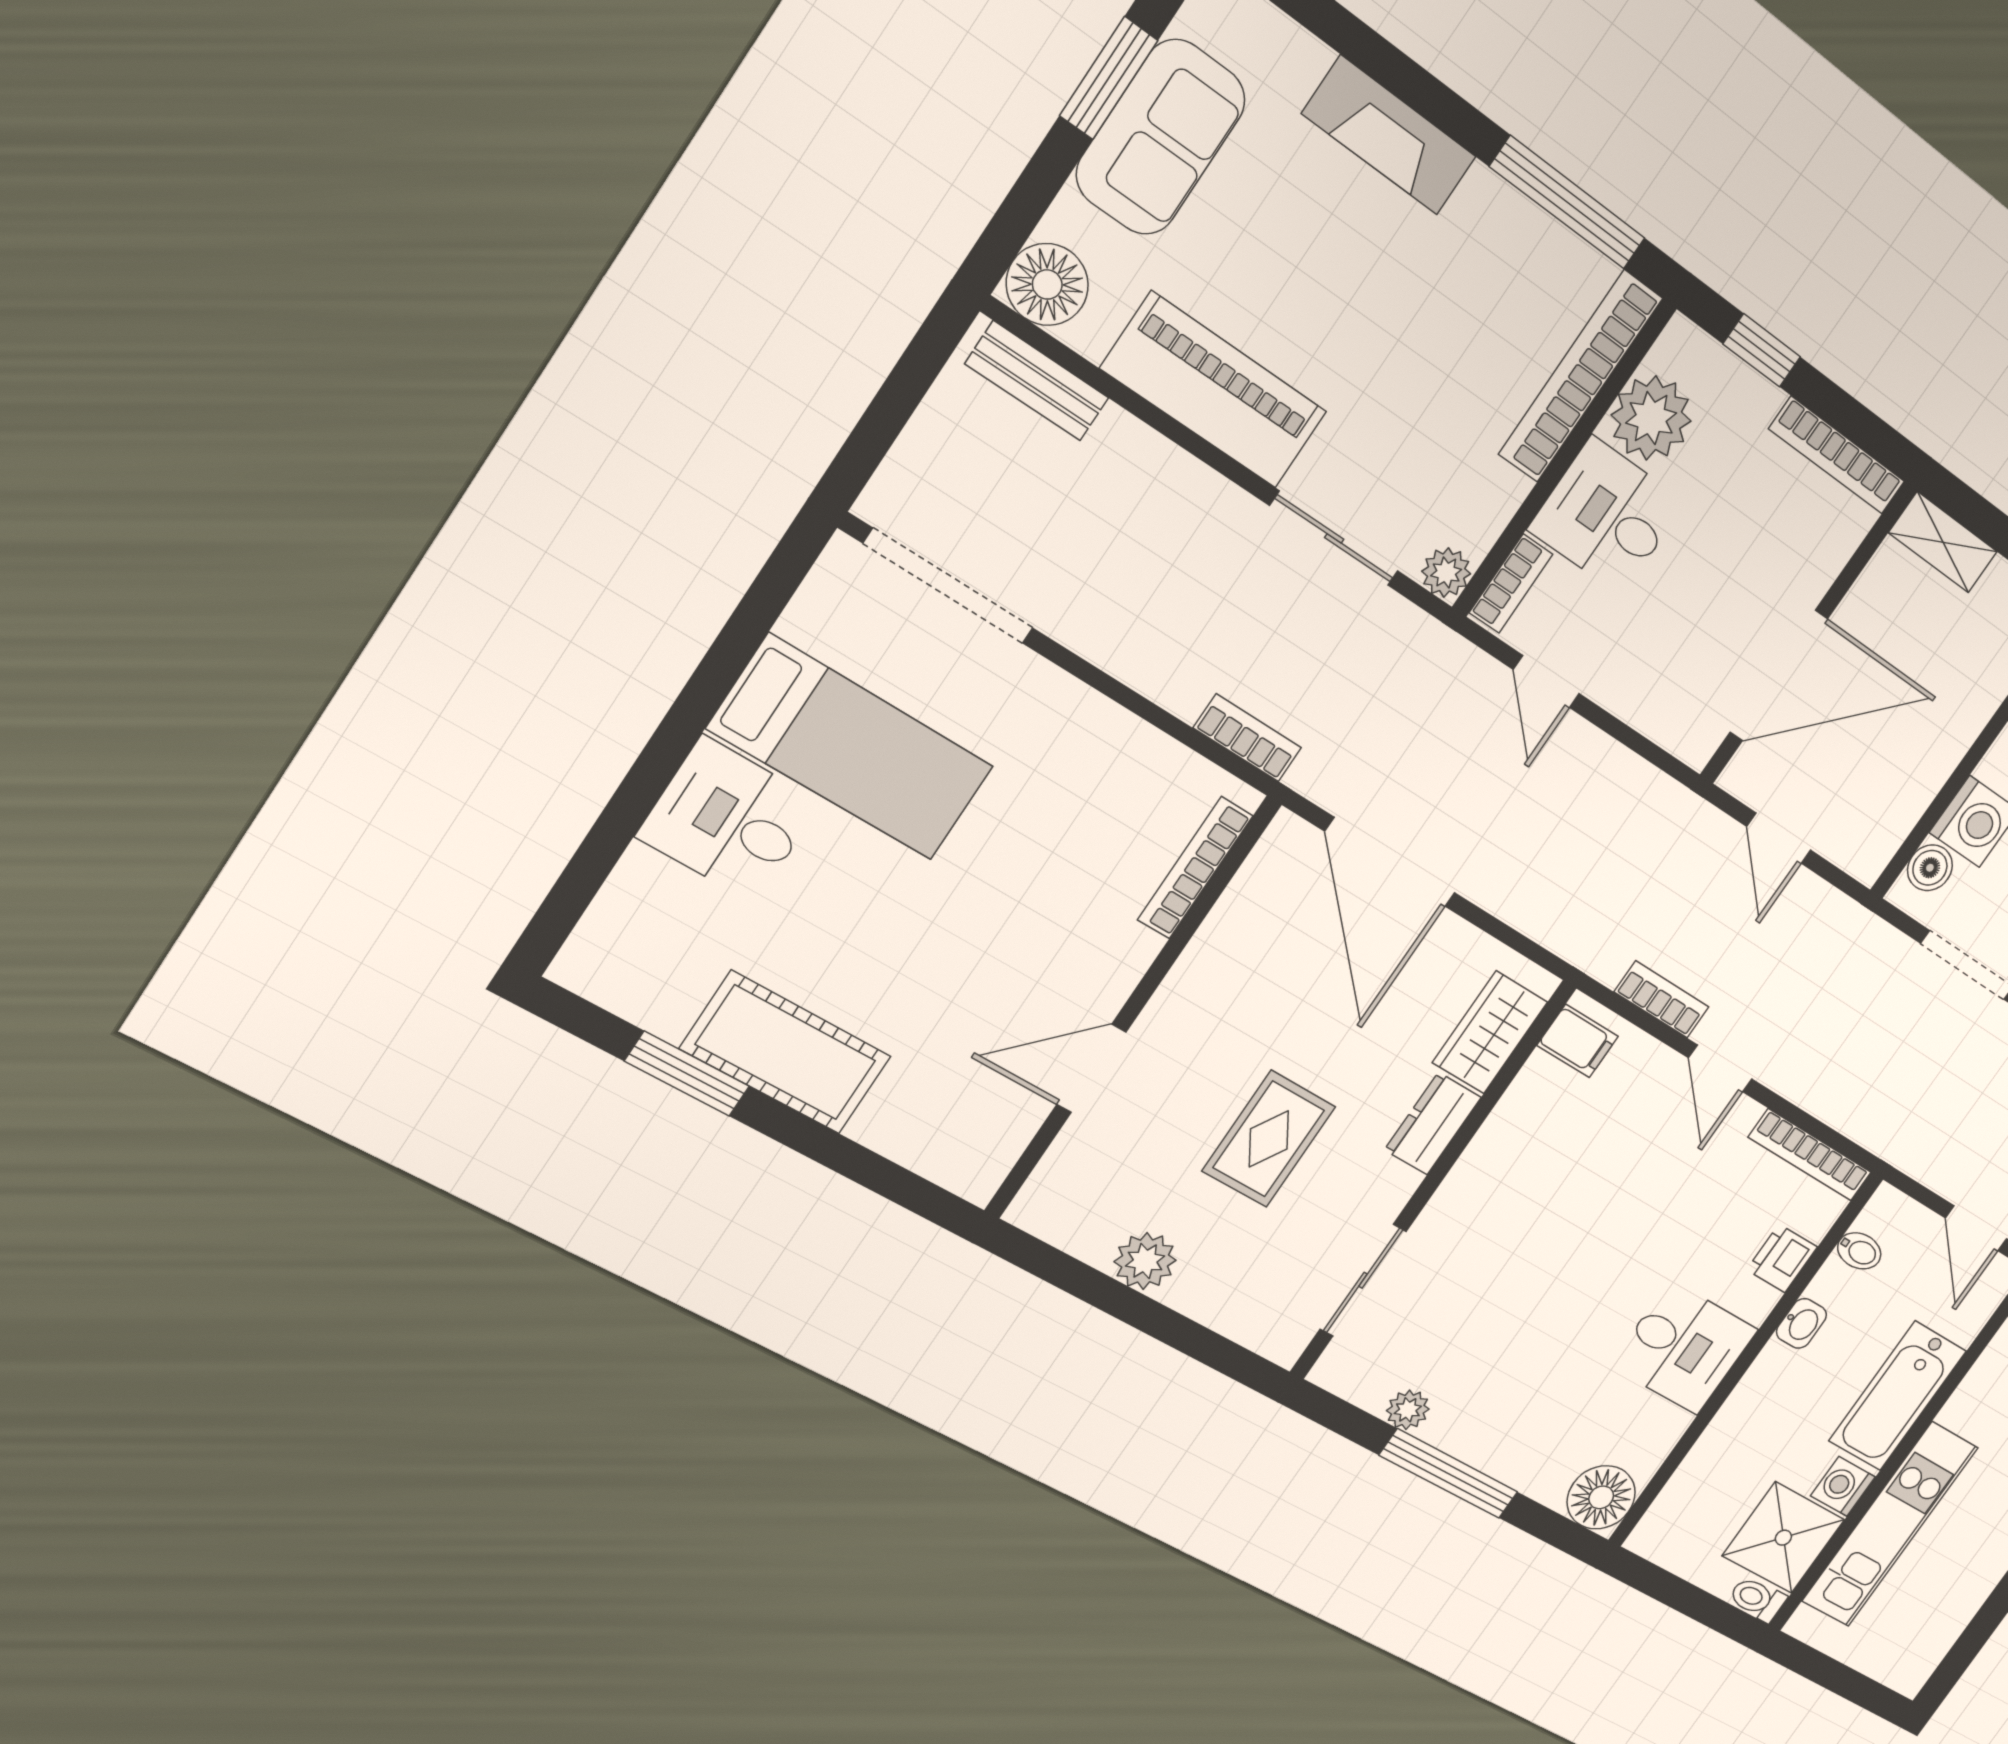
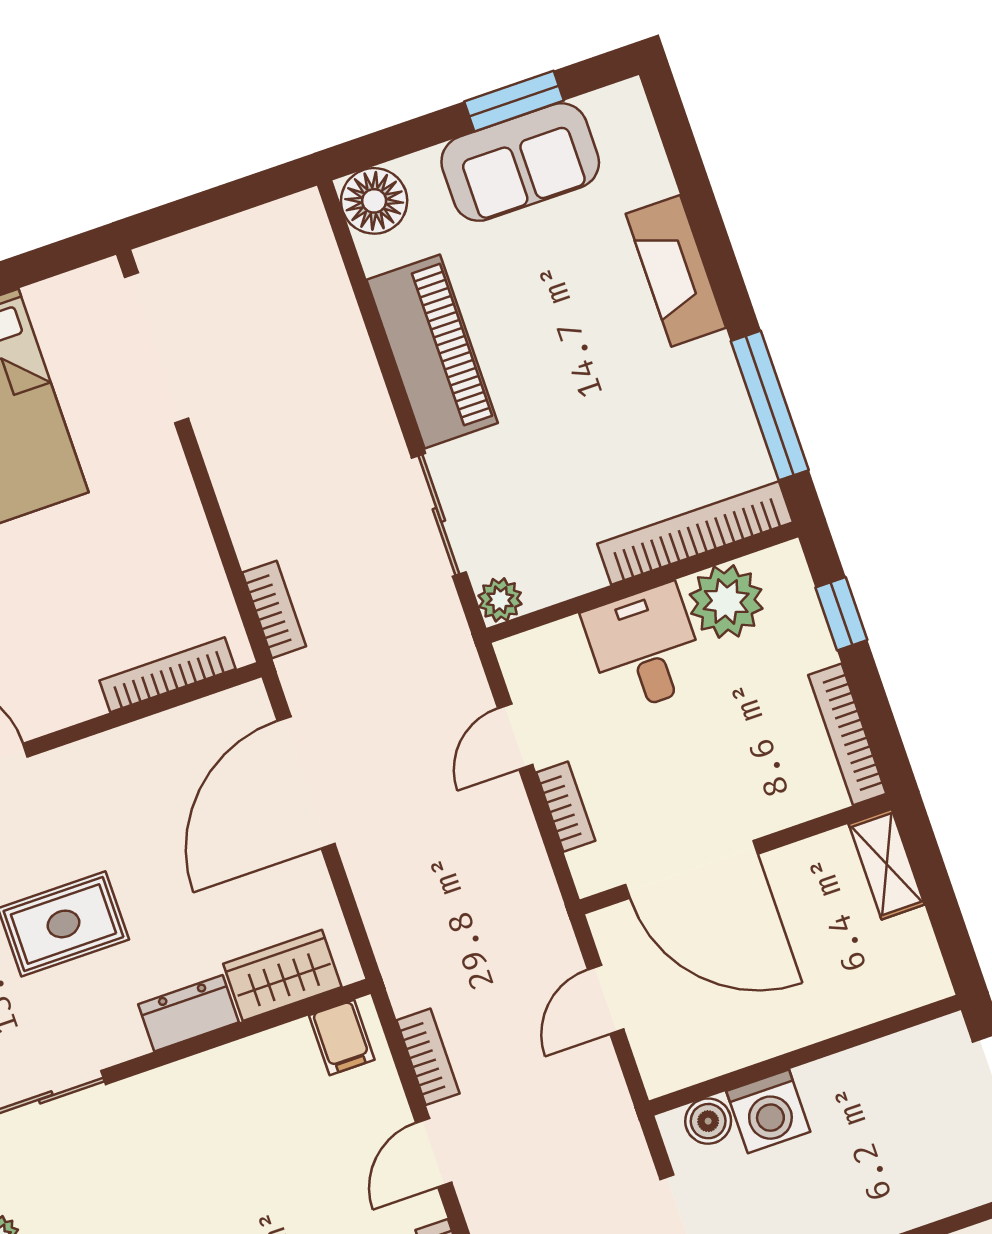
bench: (1037, 381) -> (319, 258), removed
bookcase: (1511, 584) -> (566, 807), moved, turned -90

